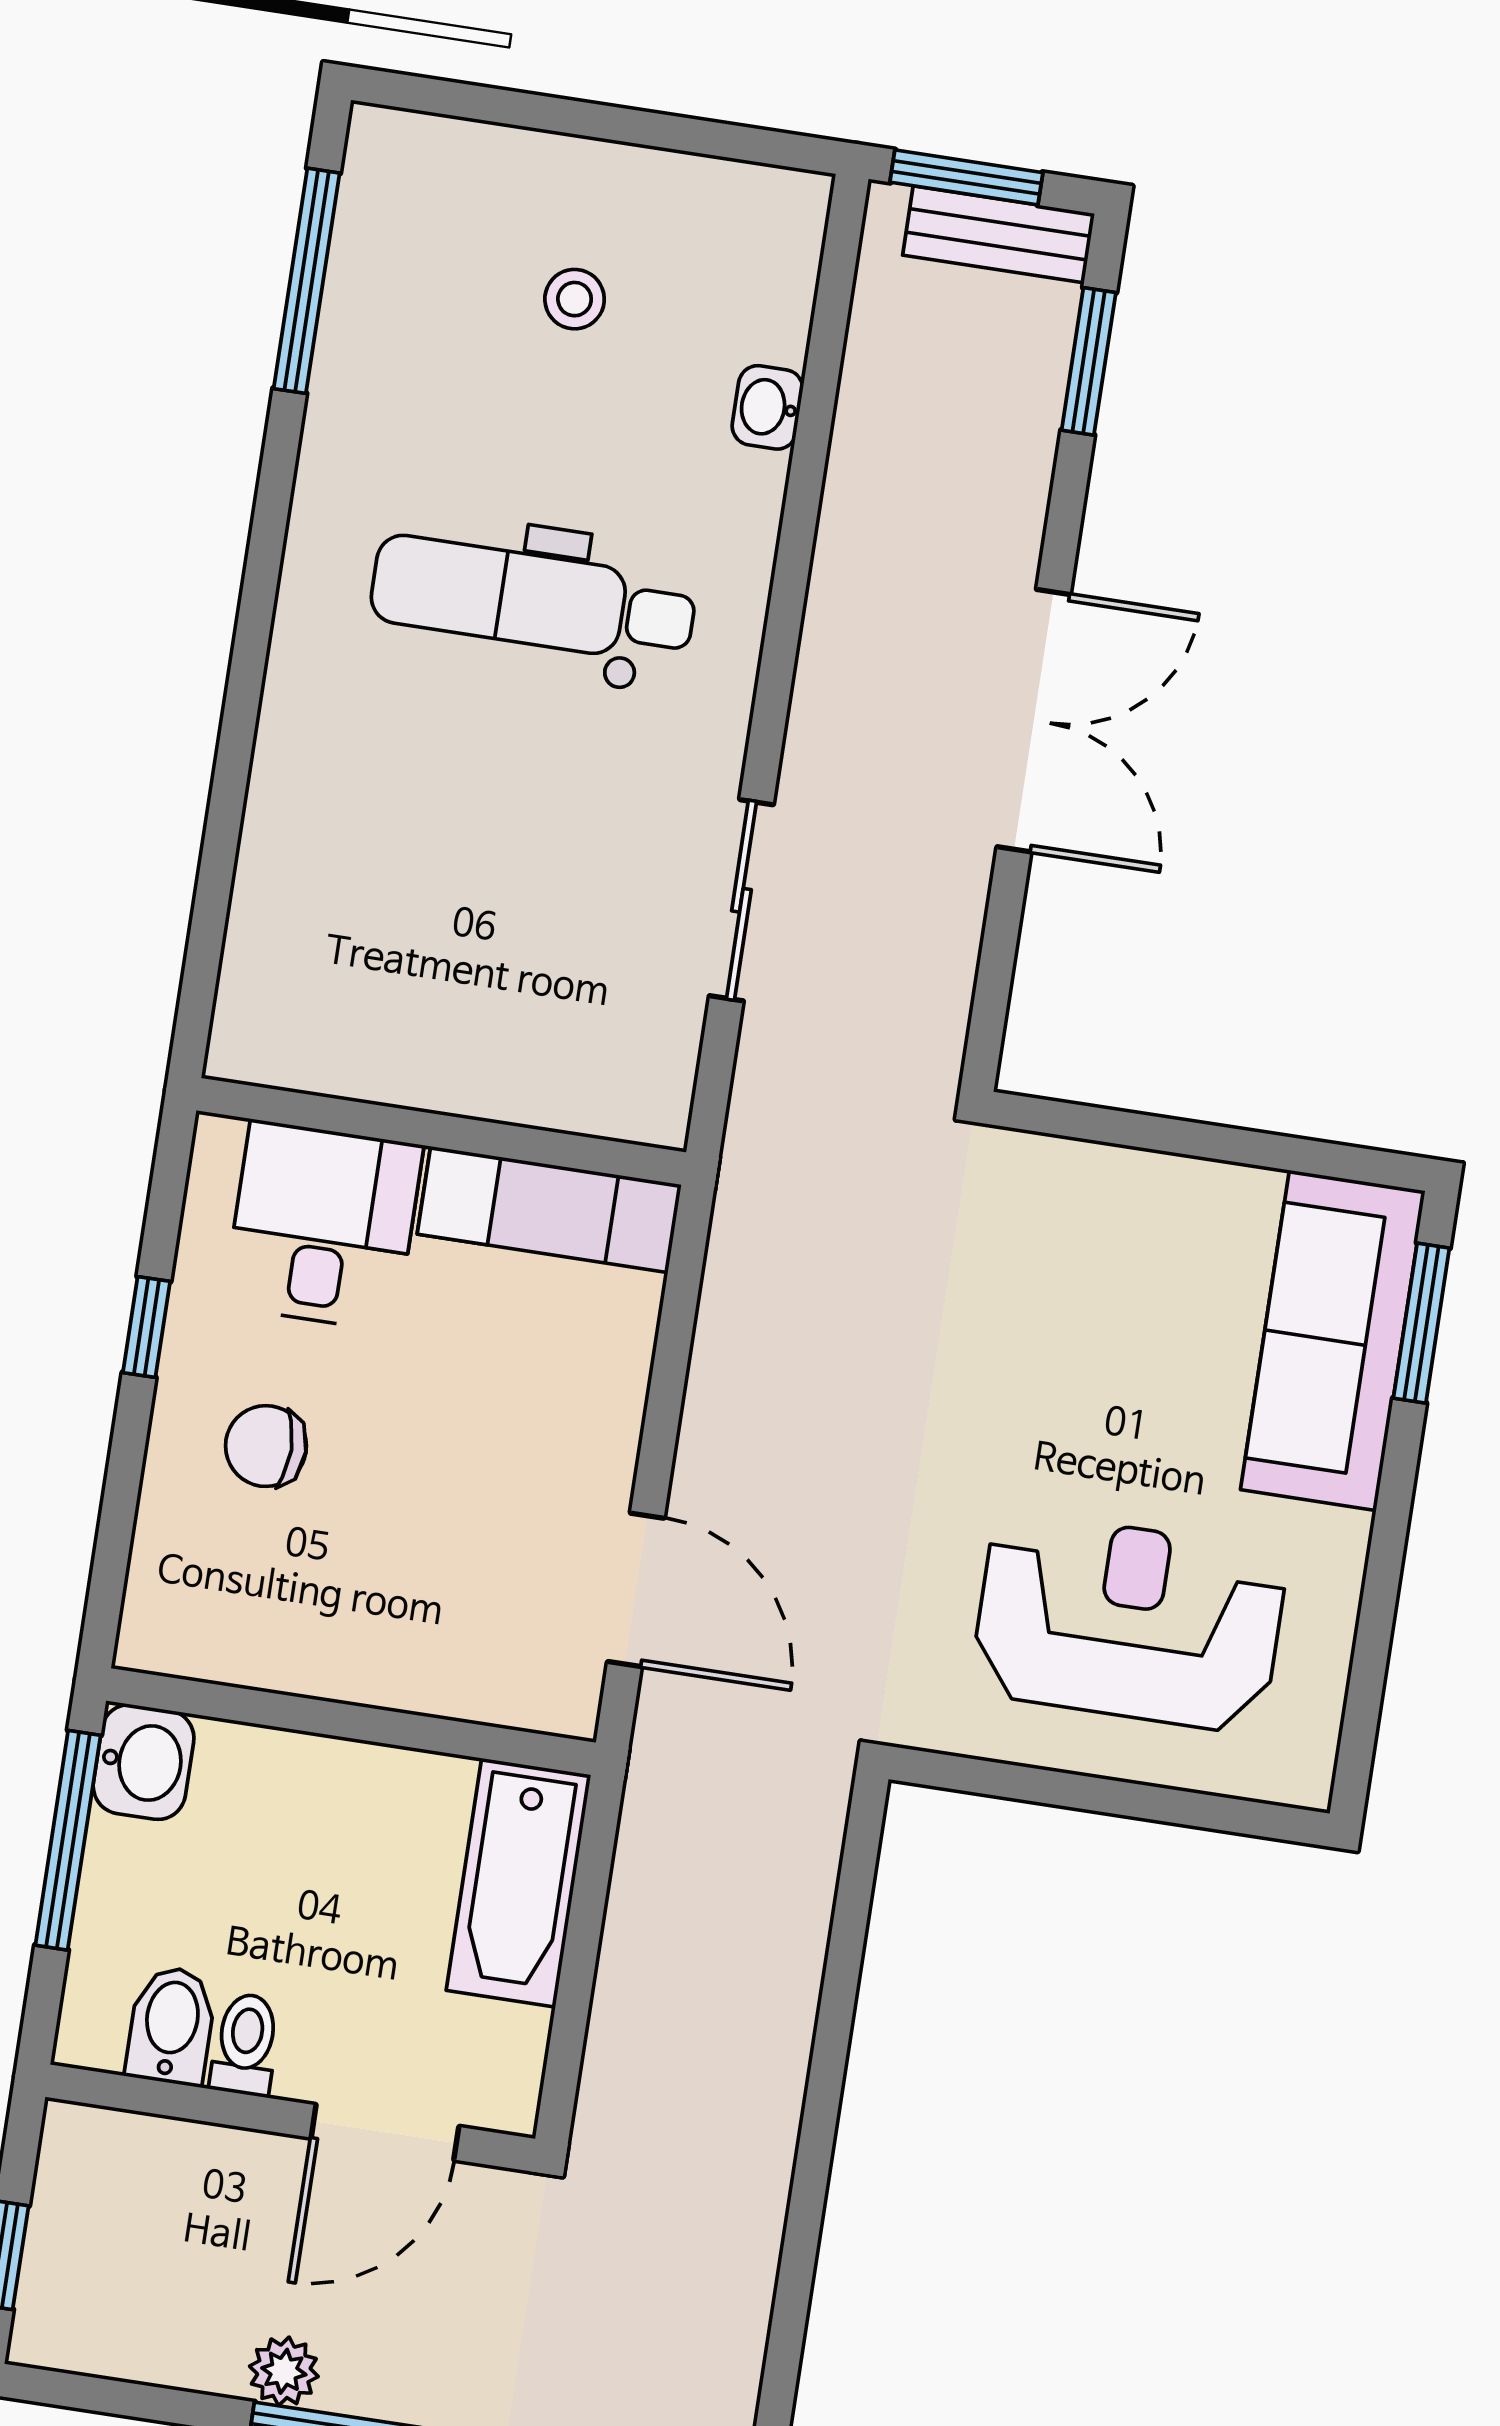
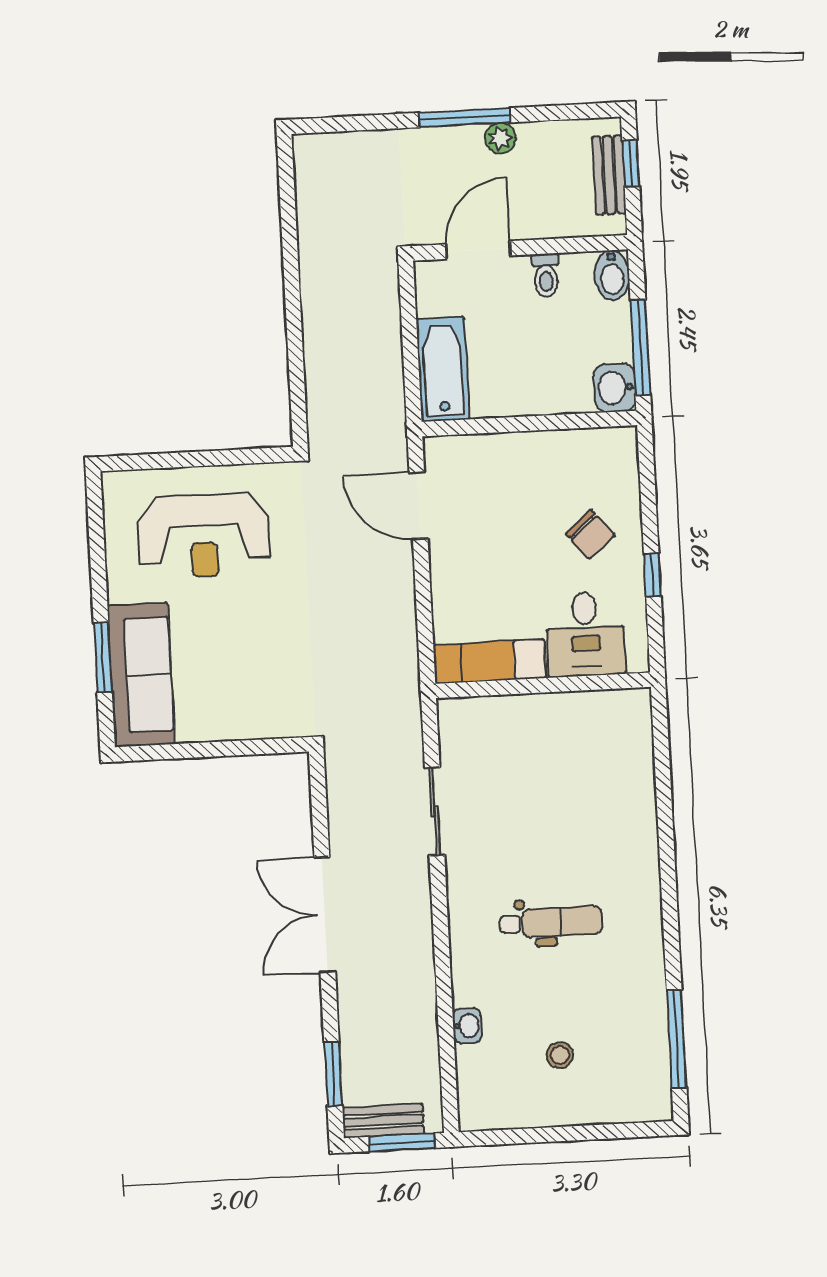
dental chair: (533, 600) -> (551, 922), width x0.73, depth x0.72
window: (1421, 1323) -> (103, 658), moved
chair: (266, 1446) -> (590, 534), turned 50
bidet: (171, 2025) -> (612, 275), moved
bench: (58, 2239) -> (609, 175), added

